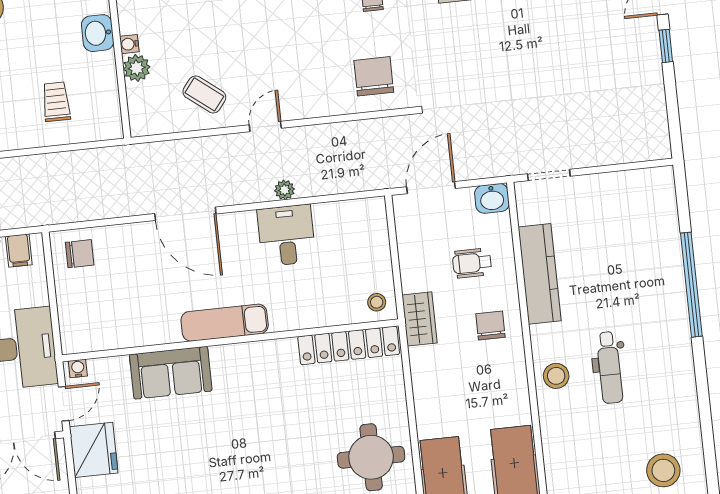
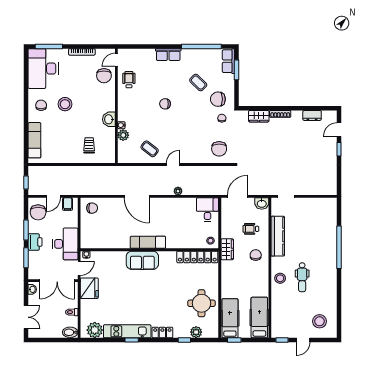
chair: (374, 76) -> (219, 149), turned 180
desk: (286, 235) -> (208, 210), moved
sofa: (171, 373) -> (142, 260), moved

